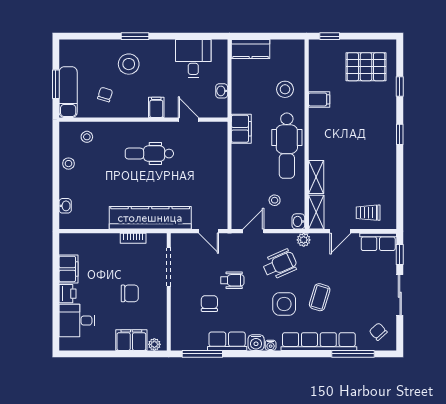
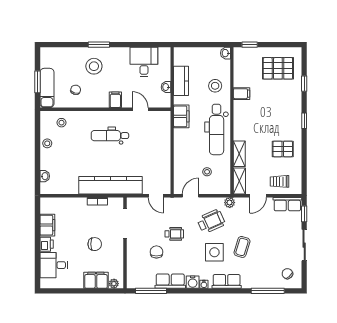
kitchen counter: (251, 49) -> (181, 81), moved, turned -90
pallet: (372, 171) -> (283, 149), added
washbasin: (298, 221) -> (226, 53), moved
row of seats: (319, 342) -> (227, 281), width x0.50

